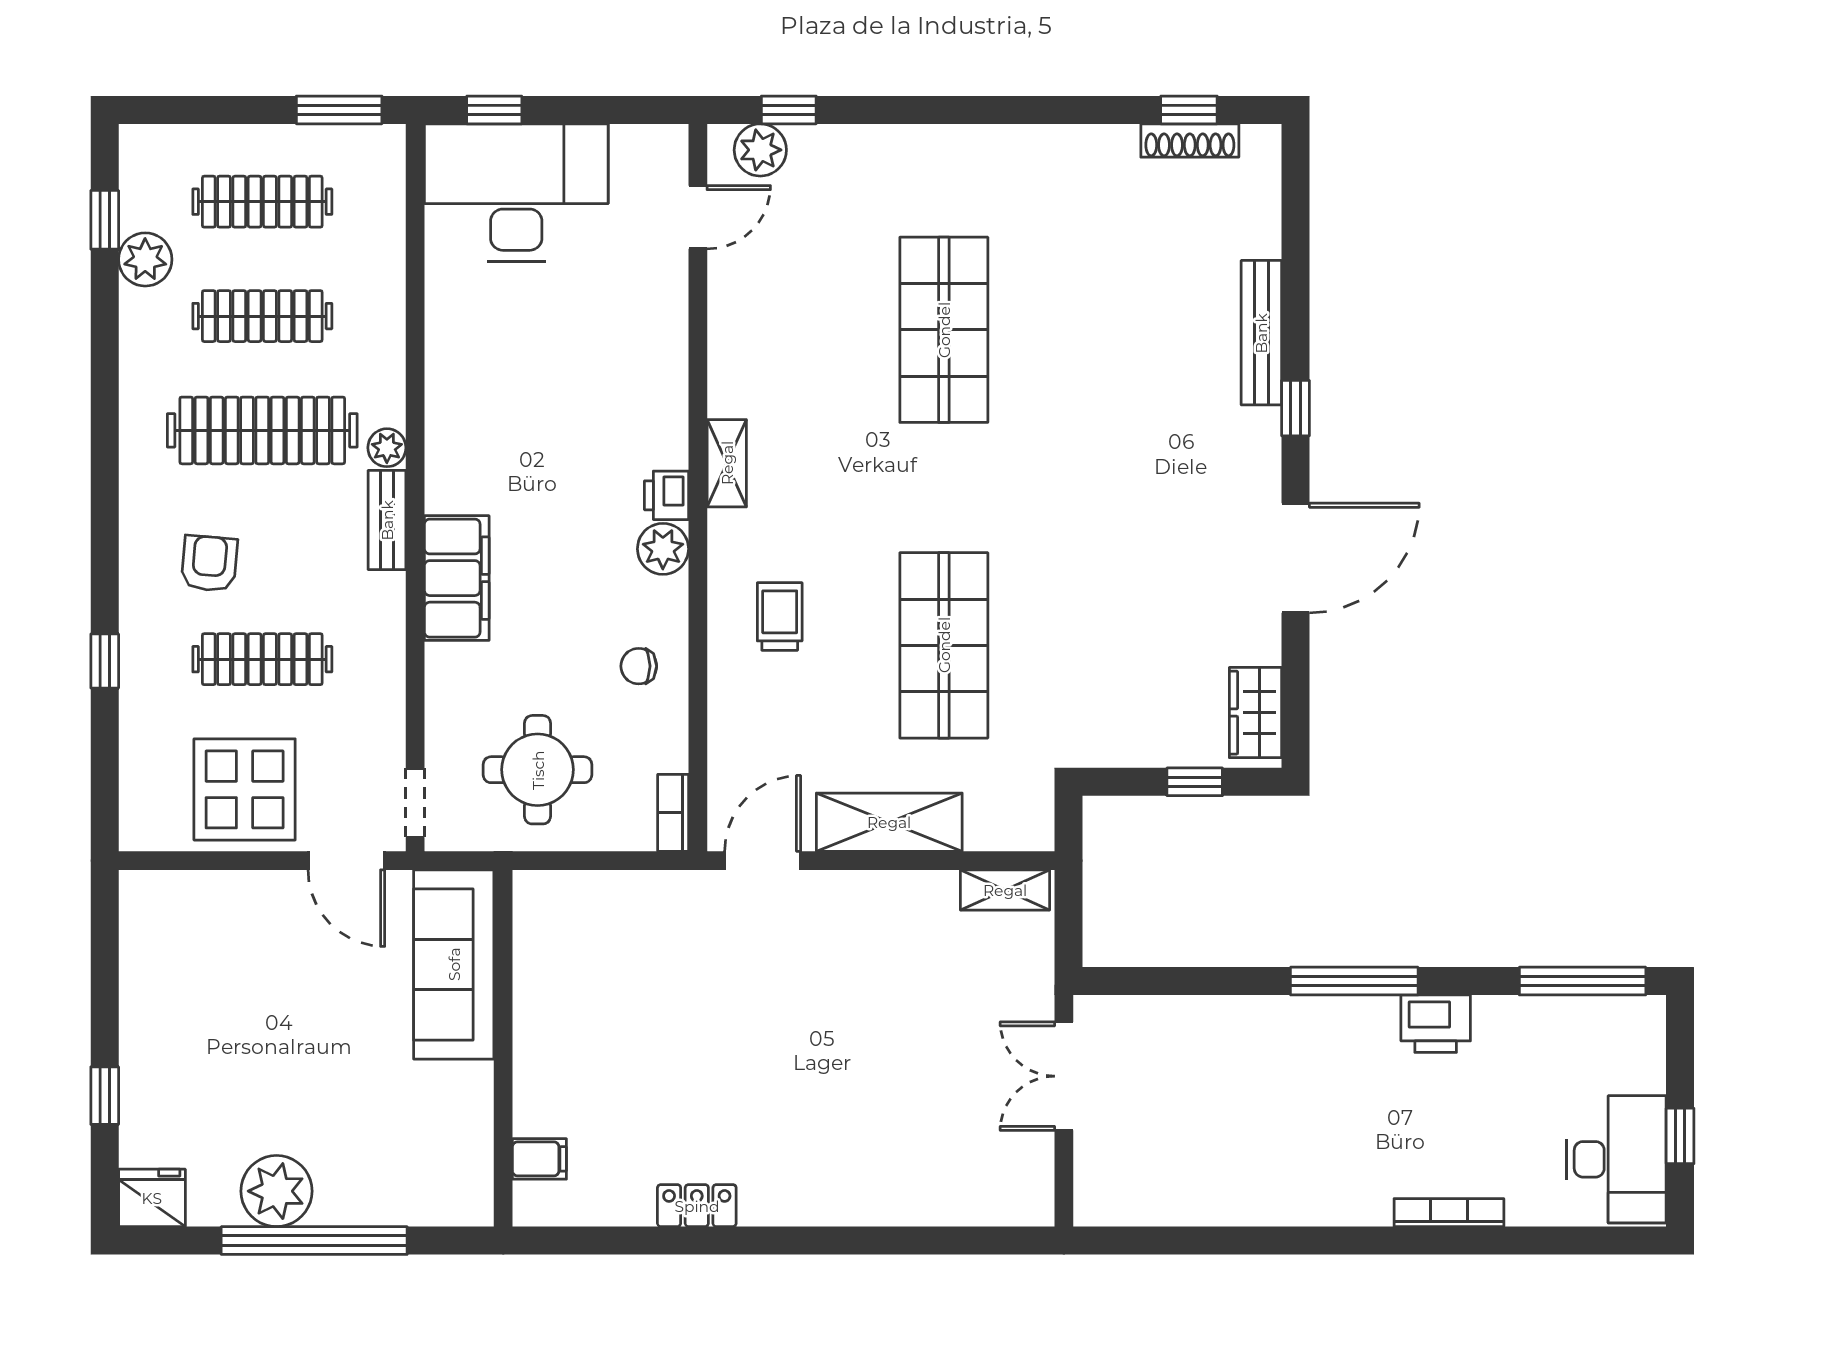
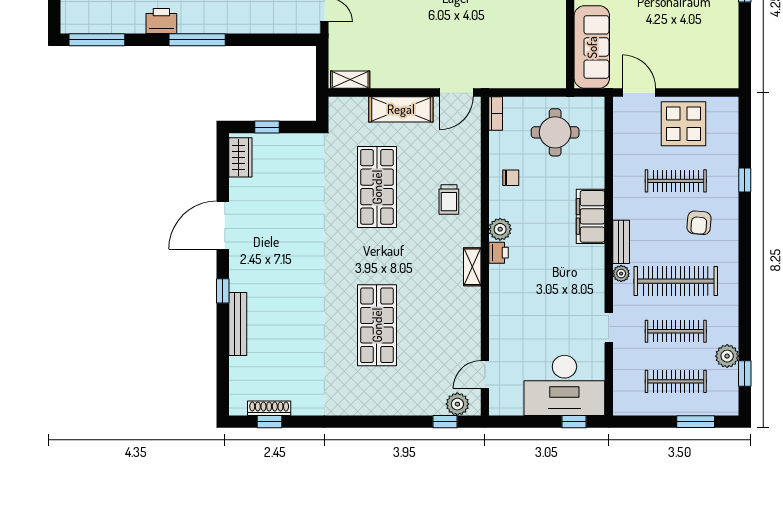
window: (339, 110) -> (696, 422), moved
doorway: (415, 803) -> (609, 328), moved

